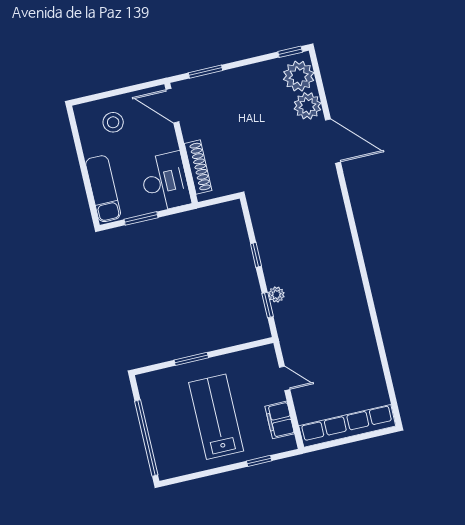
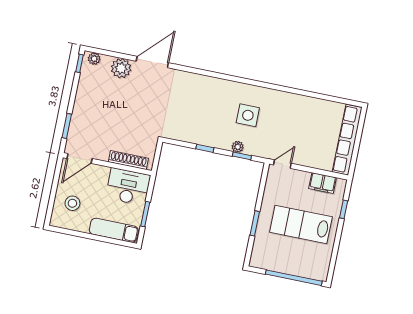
plant: (299, 76) -> (94, 59), width x0.53, depth x0.53
side table: (321, 289) -> (248, 115), added
door: (285, 378) -> (282, 164), moved

